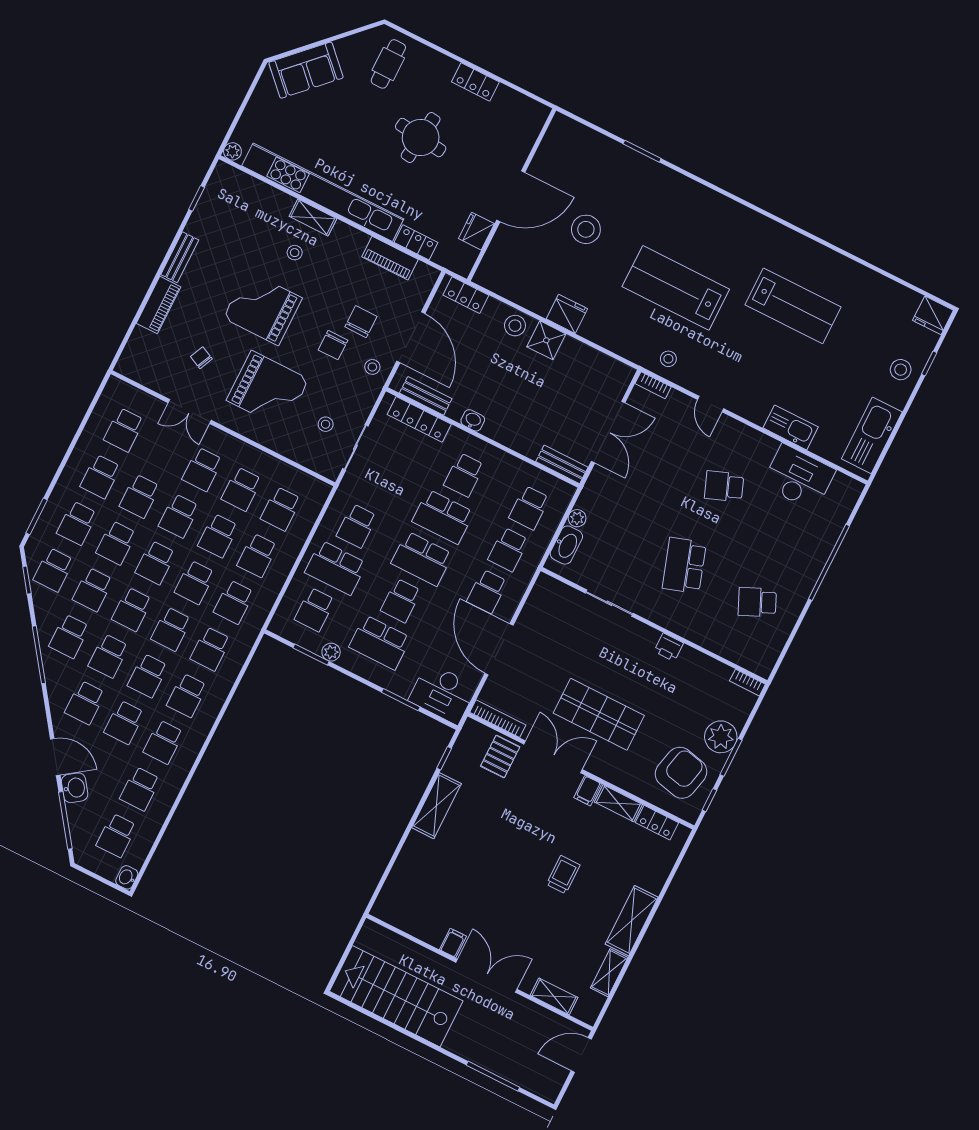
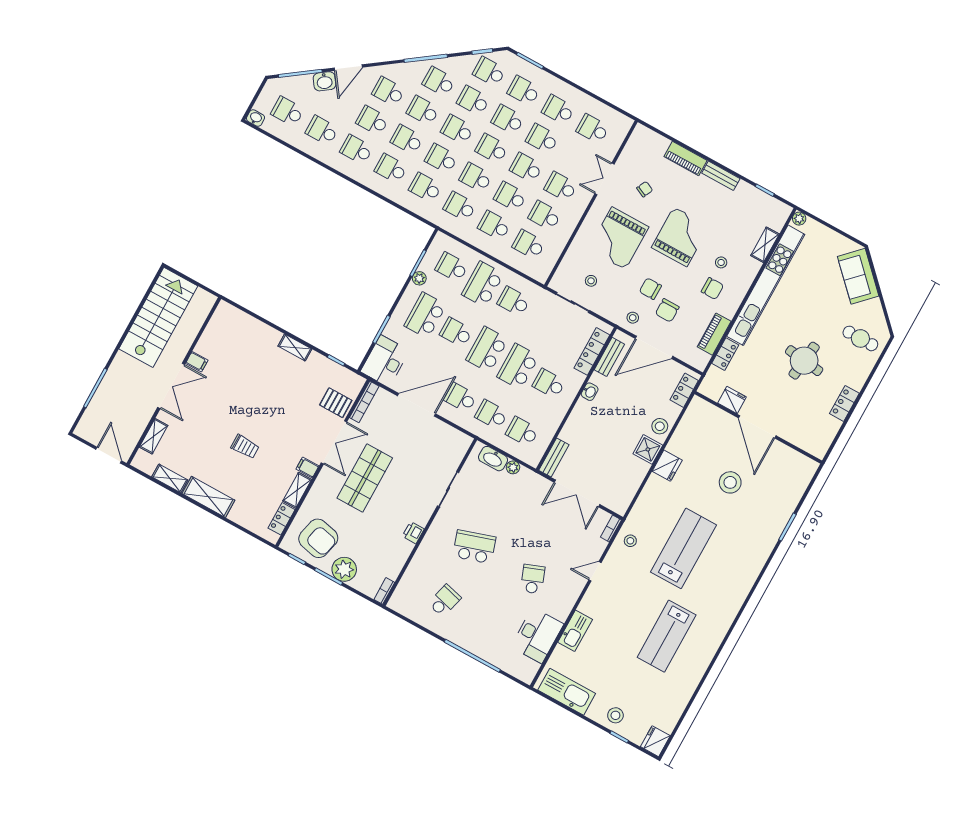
shelving: (313, 217) -> (765, 245), moved
chair: (330, 263) -> (712, 289), added
chair: (361, 322) -> (667, 310), turned 90
school desk: (757, 602) -> (445, 601), turned 39
shelving: (437, 806) -> (295, 347), width x0.67, depth x0.75

